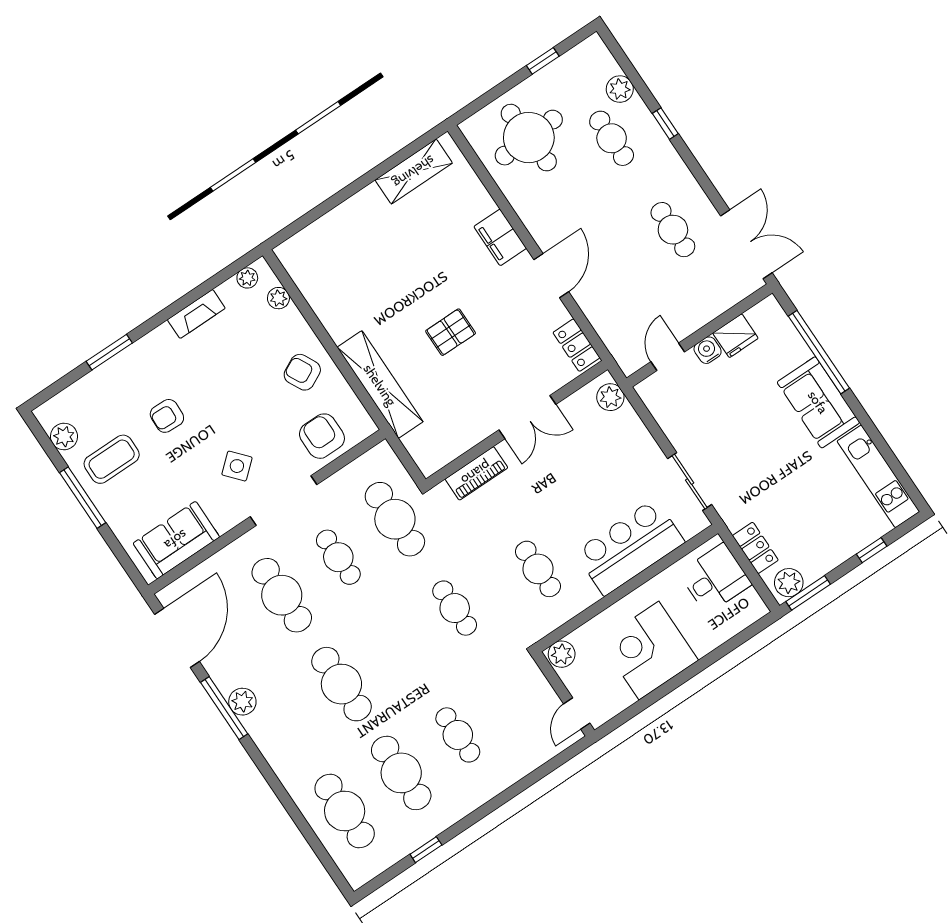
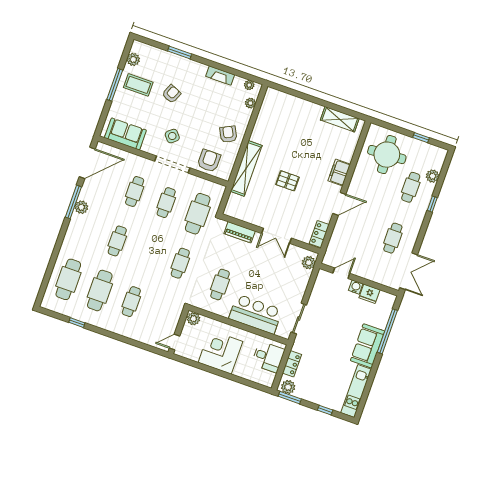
armchair: (167, 416) -> (171, 94), turned 112
cafe table: (282, 595) -> (135, 191), width x0.73, depth x0.74
cafe table: (341, 684) -> (117, 241), width x0.73, depth x0.74

